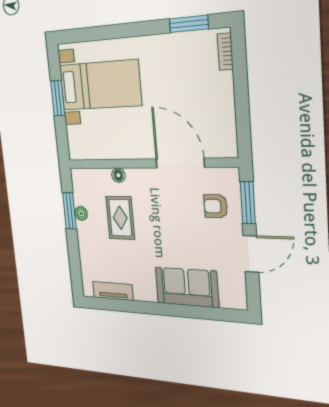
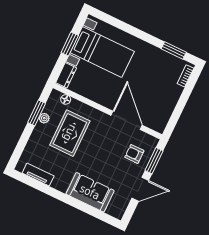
dresser: (76, 143) -> (66, 75), added
floor lamp: (118, 175) -> (66, 99), moved
rug: (120, 218) -> (70, 133), width x1.36, depth x1.43

